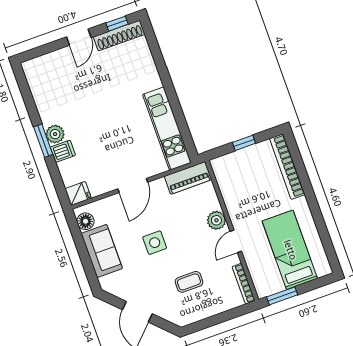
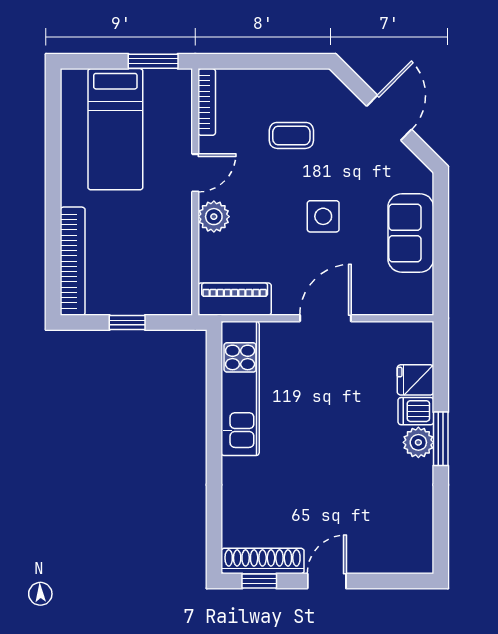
fridge: (78, 193) -> (416, 380), moved
floor lamp: (86, 221) -> (420, 289), removed

